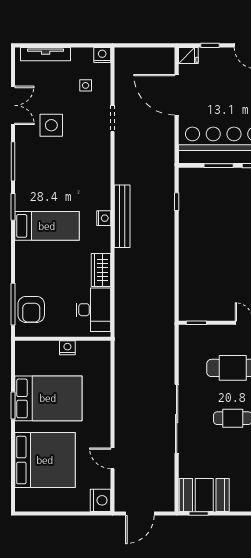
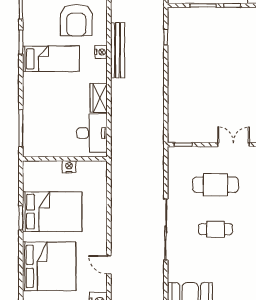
armchair: (31, 309) -> (76, 20), moved, width x1.36, depth x1.36

